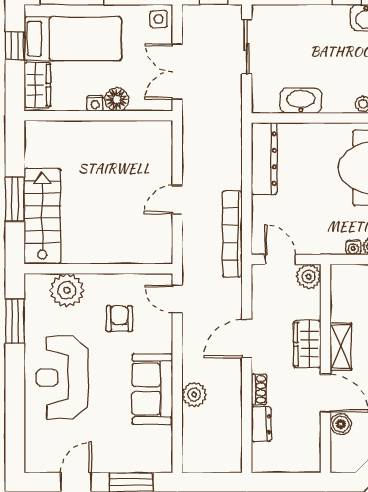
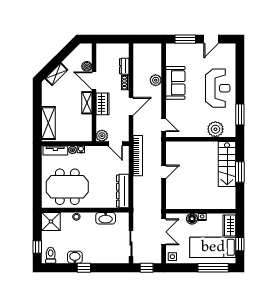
armchair: (119, 319) -> (191, 116), removed

